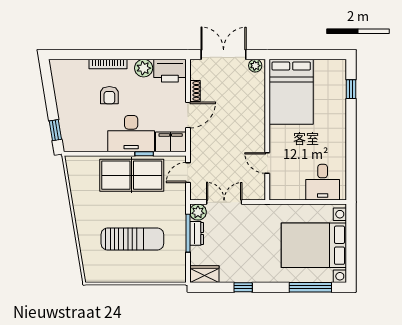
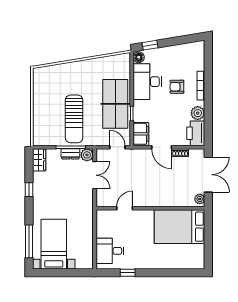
window: (351, 89) -> (128, 273), moved
desk: (131, 134) -> (147, 82), moved
floor lamp: (71, 145) -> (139, 57), added
sun lounger: (132, 239) -> (74, 119), moved
bed with nightstands: (314, 245) -> (54, 244), width x0.73

